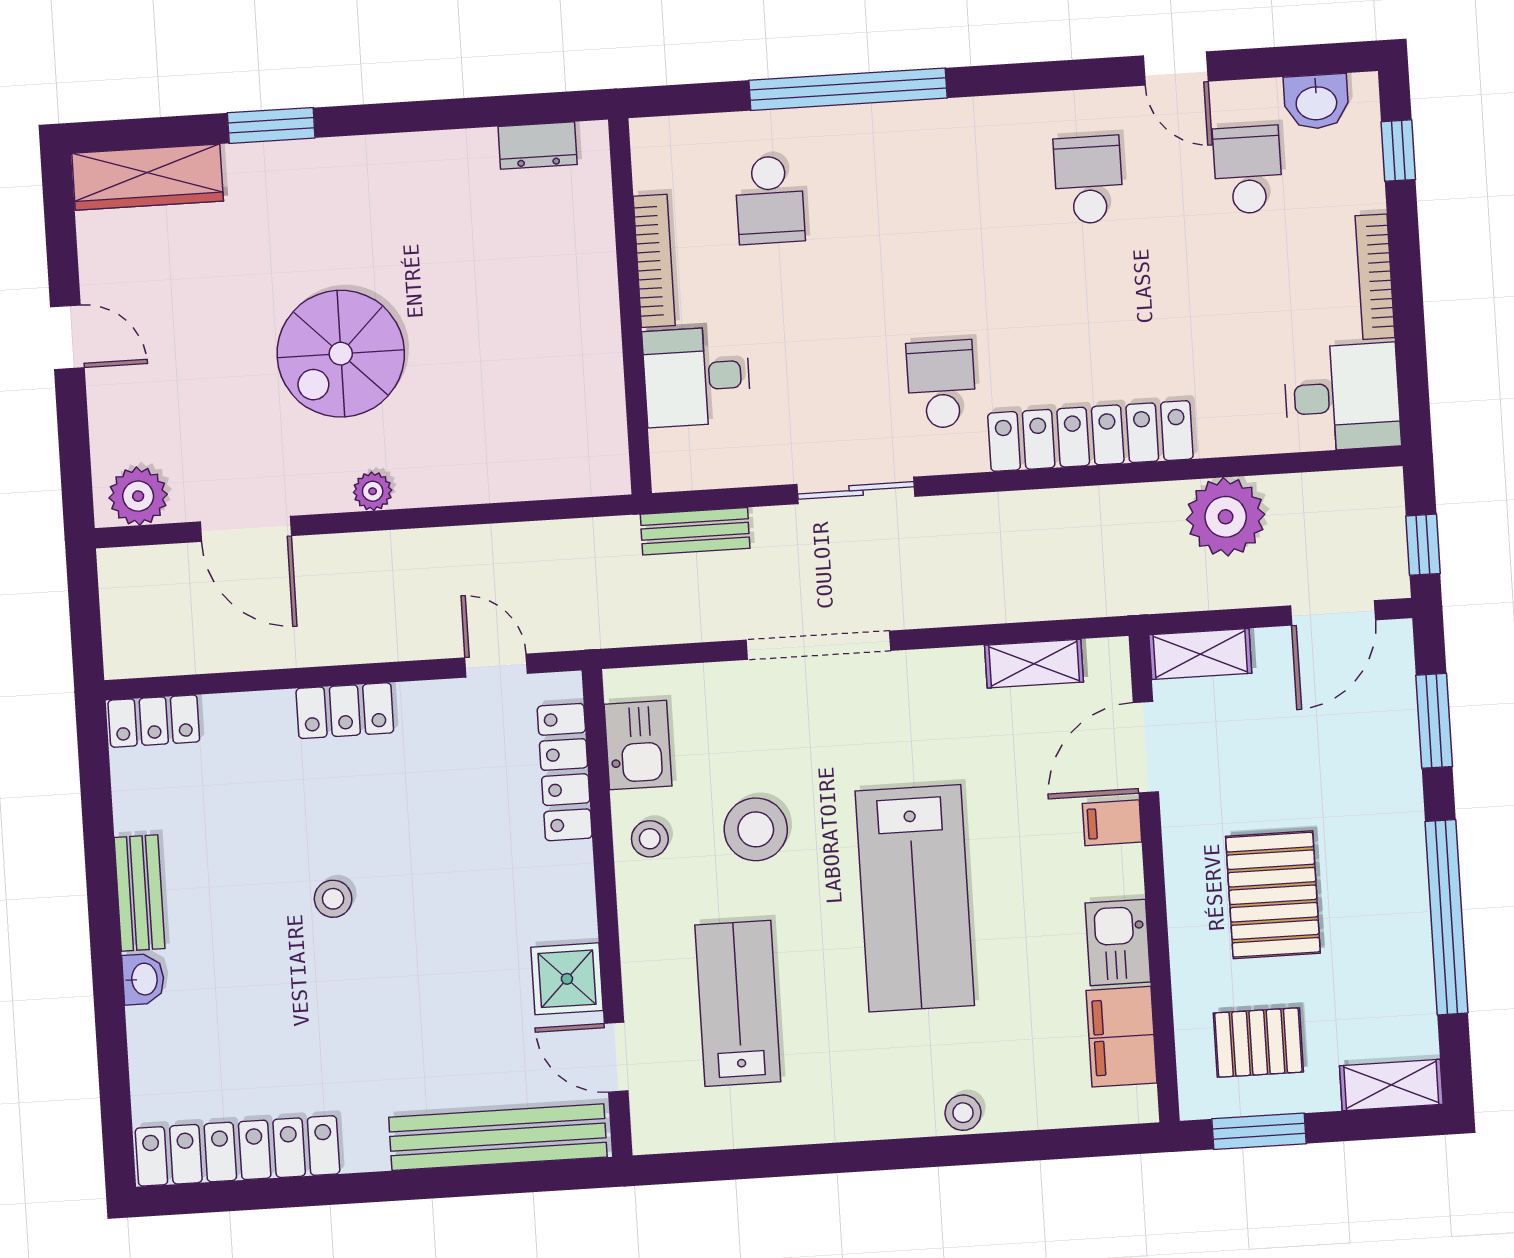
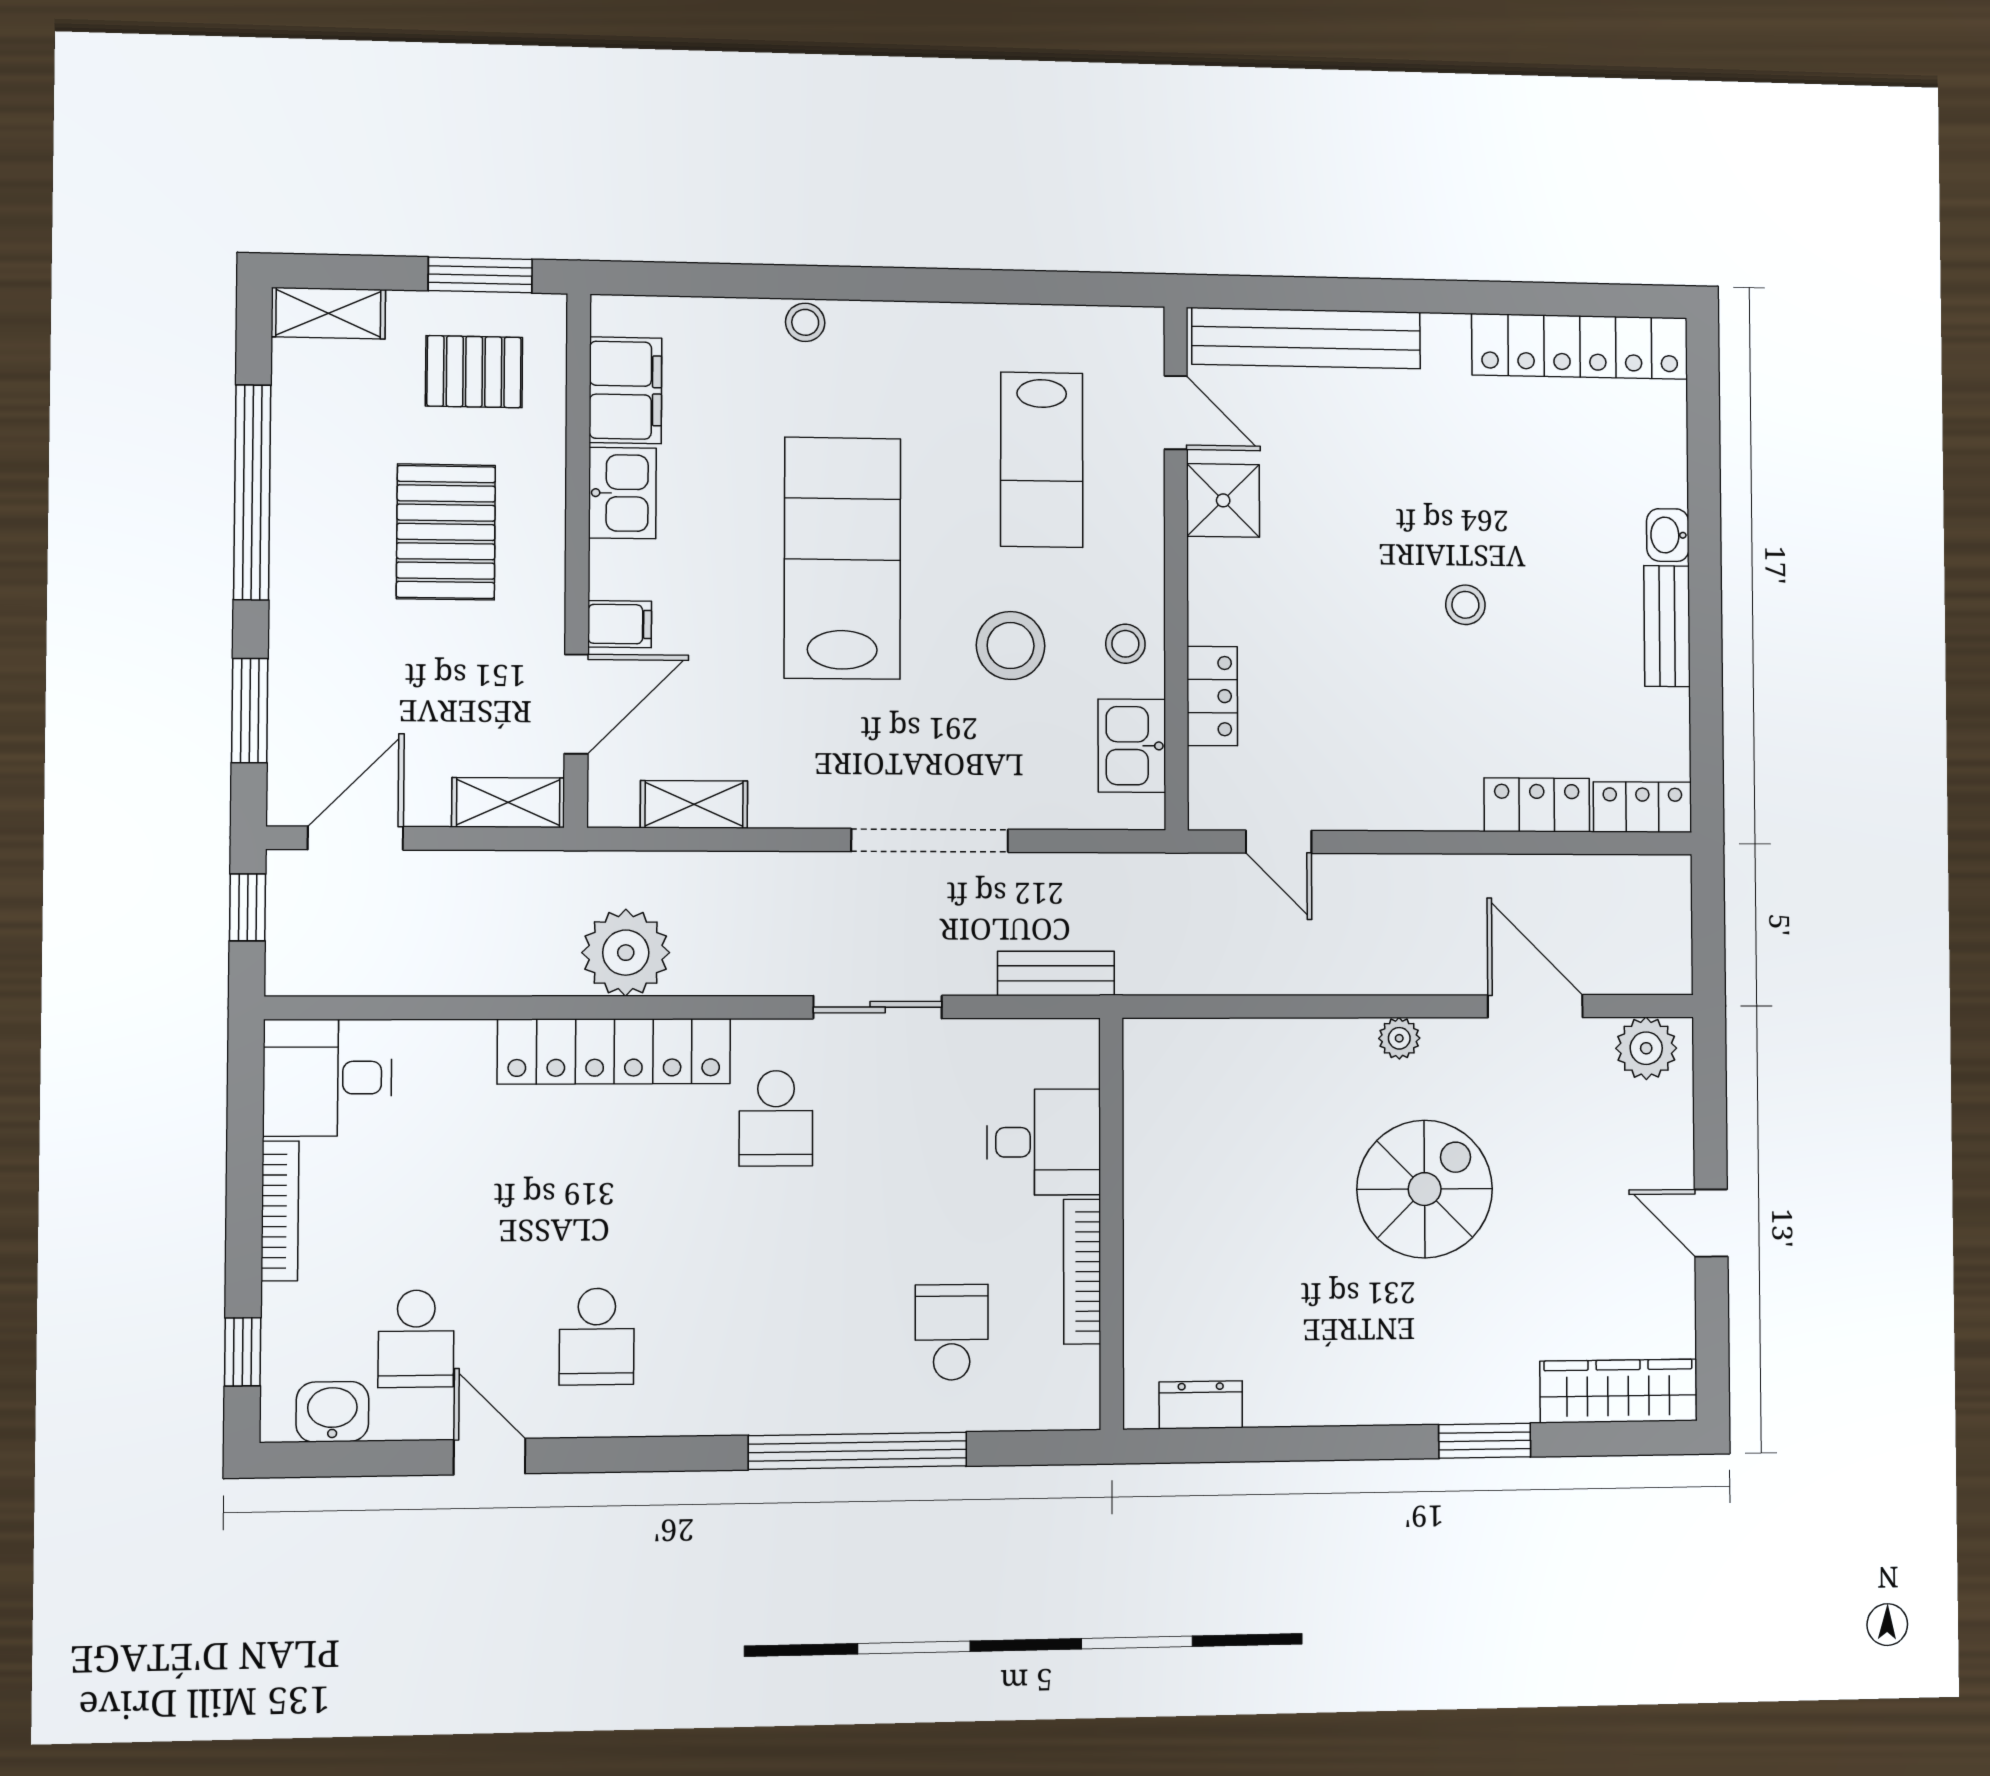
plant: (1226, 517) -> (626, 953), moved
locker: (345, 711) -> (1537, 805), moved
locker: (565, 772) -> (1212, 696), width x0.66

